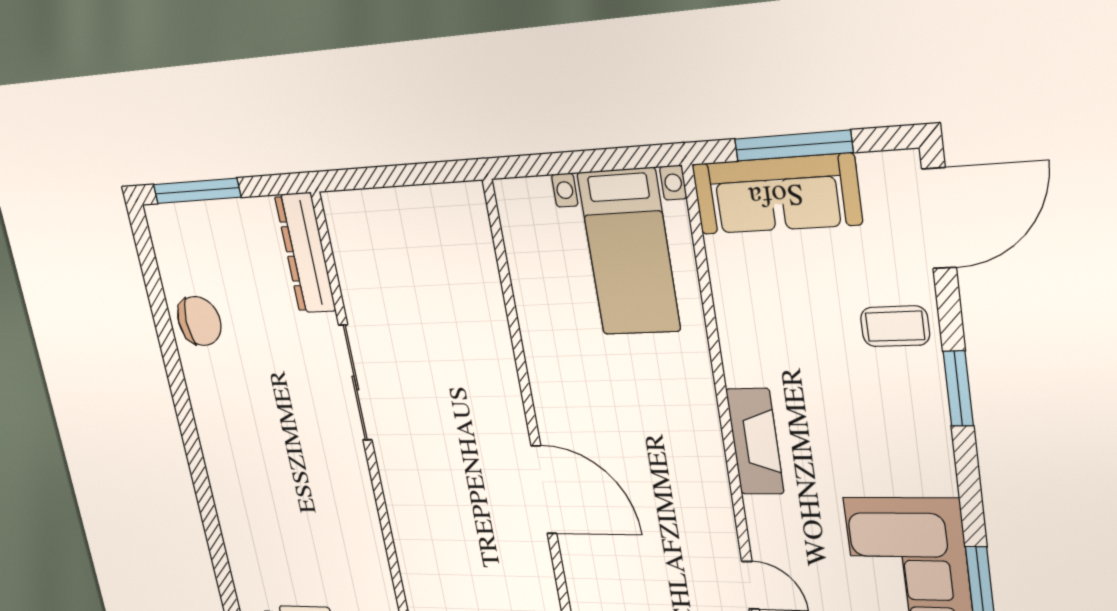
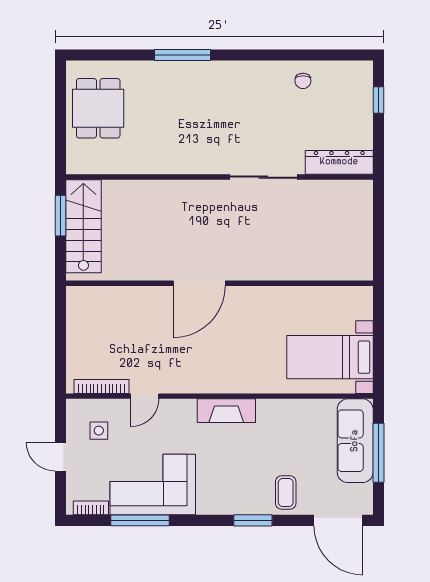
window: (197, 191) -> (378, 100), width x0.46
chair: (199, 321) -> (303, 81), width x0.54, depth x0.54
window: (209, 515) -> (182, 55), added

